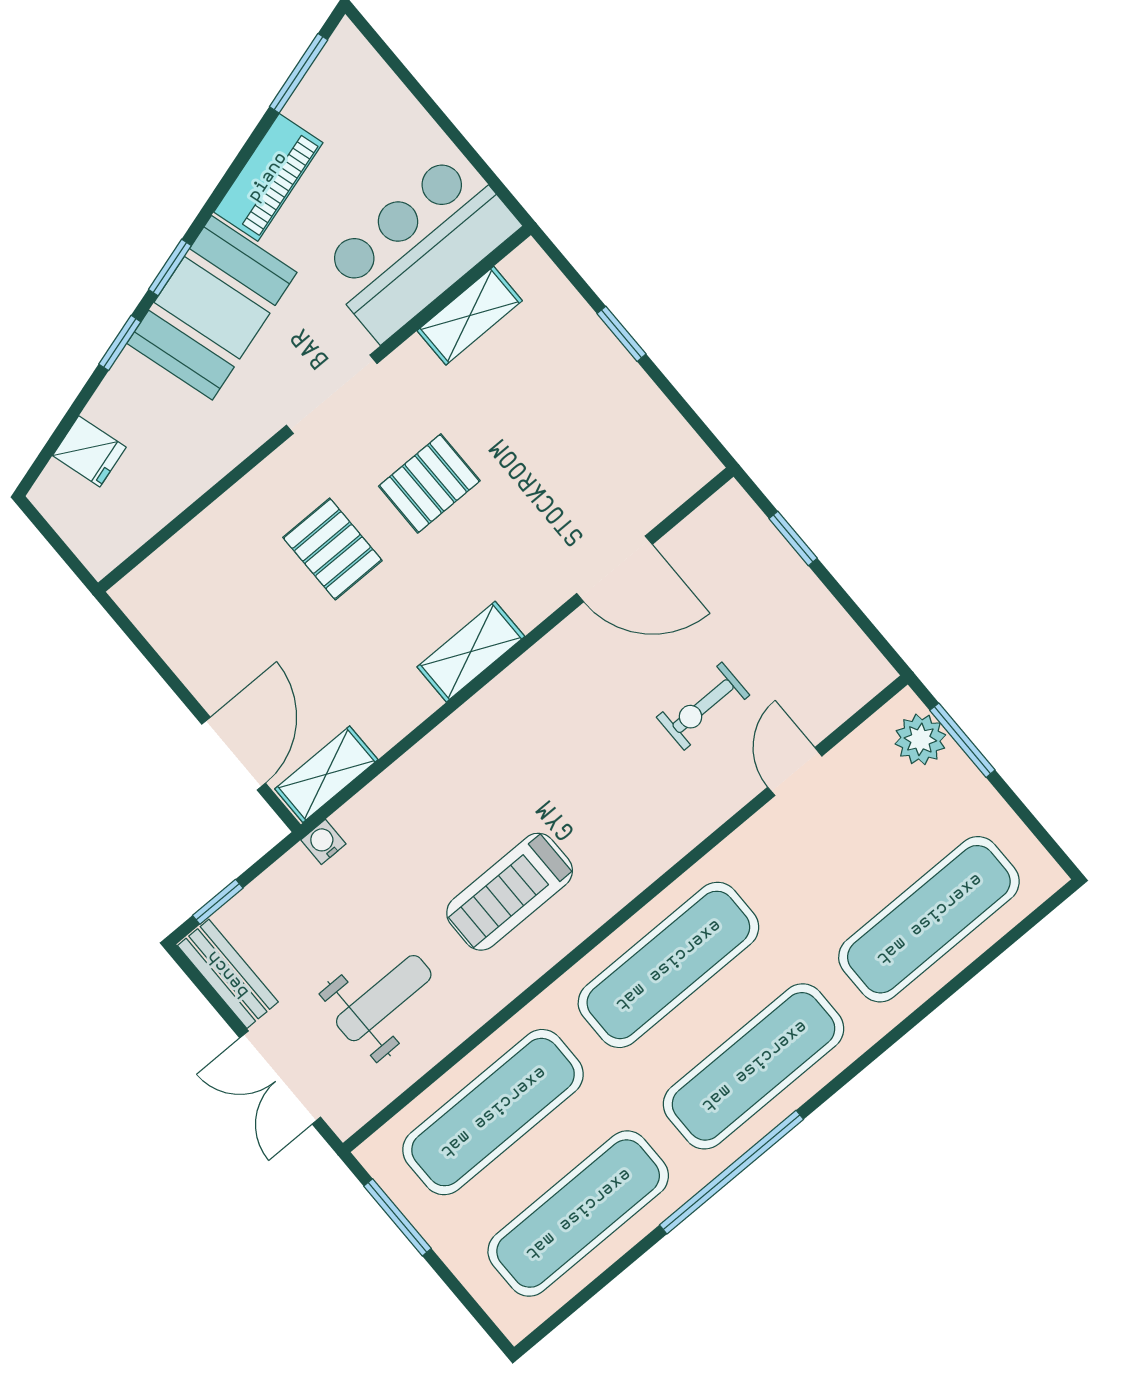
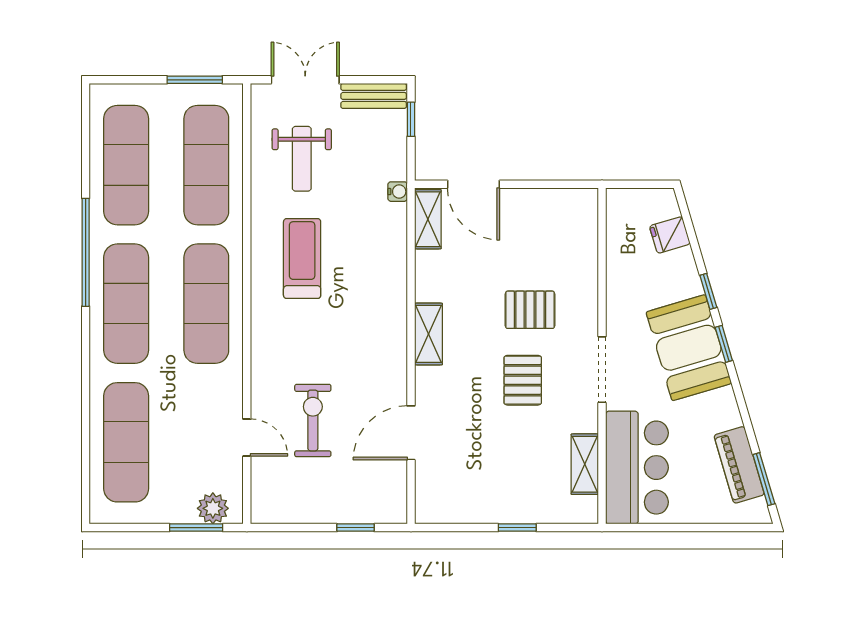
piano: (268, 177) -> (739, 465), moved
exercise bike: (703, 706) -> (313, 420), width x1.38, depth x1.39

